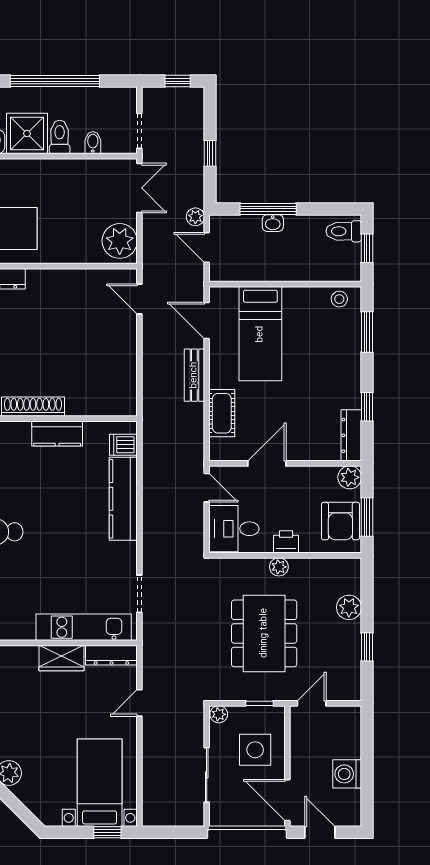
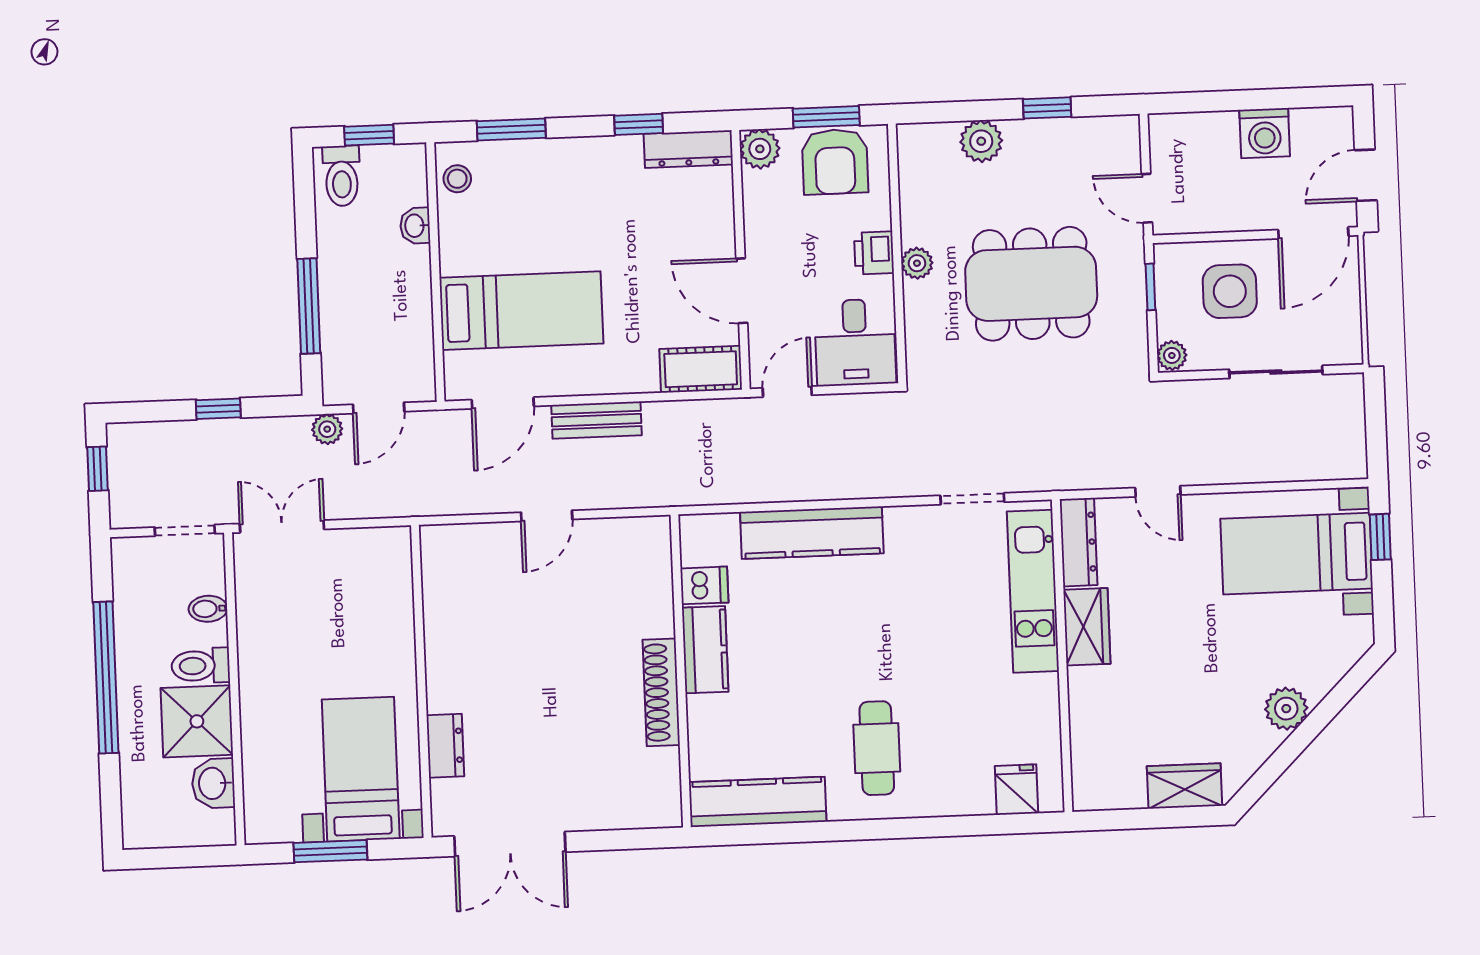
washbasin: (273, 223) -> (415, 226), moved, turned 180
plant: (120, 241) -> (373, 556), removed
door: (139, 299) -> (547, 516), moved
cot: (222, 413) -> (701, 369), moved
dishwasher: (123, 445) -> (704, 585), moved, turned -90
armchair: (340, 521) -> (835, 162), turned 90

